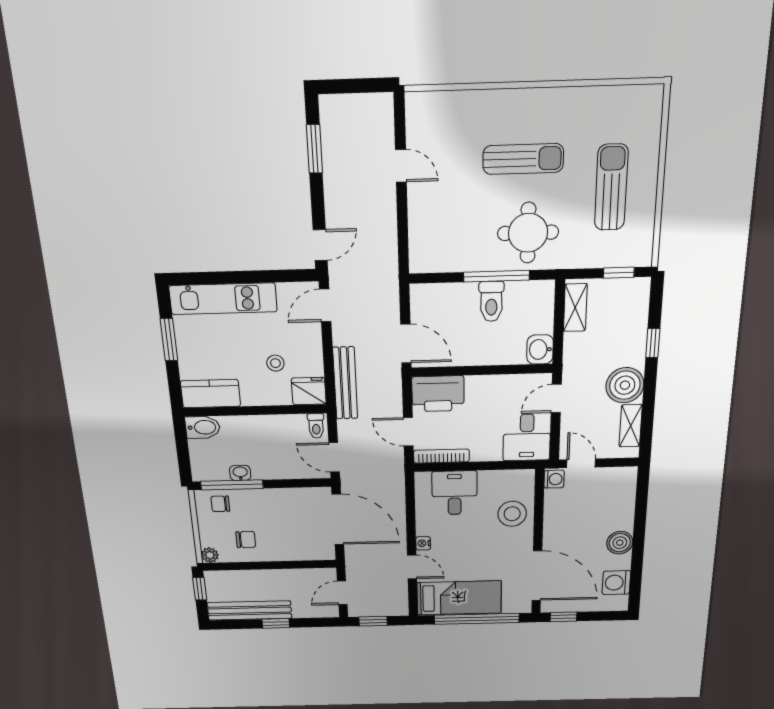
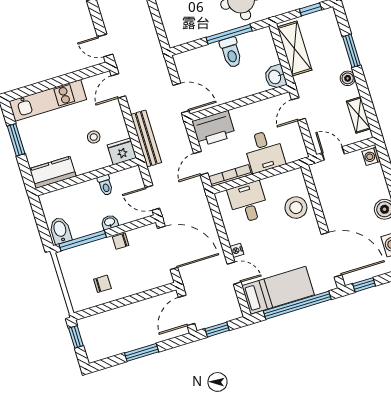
door: (320, 245) -> (105, 46), swing flipped
shelving: (575, 308) -> (294, 48), width x1.50, depth x1.33
window: (653, 343) -> (352, 51), width x1.50
boiler: (625, 385) -> (348, 78), width x0.54, depth x0.54
toilet: (316, 426) -> (105, 185), moved
bidet: (203, 427) -> (60, 231), moved, turned -90
door: (408, 432) -> (201, 163), hinge flipped
desk: (527, 437) -> (264, 151), moved
washbasin: (240, 473) -> (110, 222), moved
washing machine: (554, 479) -> (371, 156), moved, turned 180
chair: (220, 504) -> (121, 241), moved
plant: (210, 555) -> (78, 305), removed
door: (342, 593) -> (187, 310), width x1.38
bench: (249, 610) -> (118, 346), removed
window: (276, 623) -> (142, 352), width x1.50

